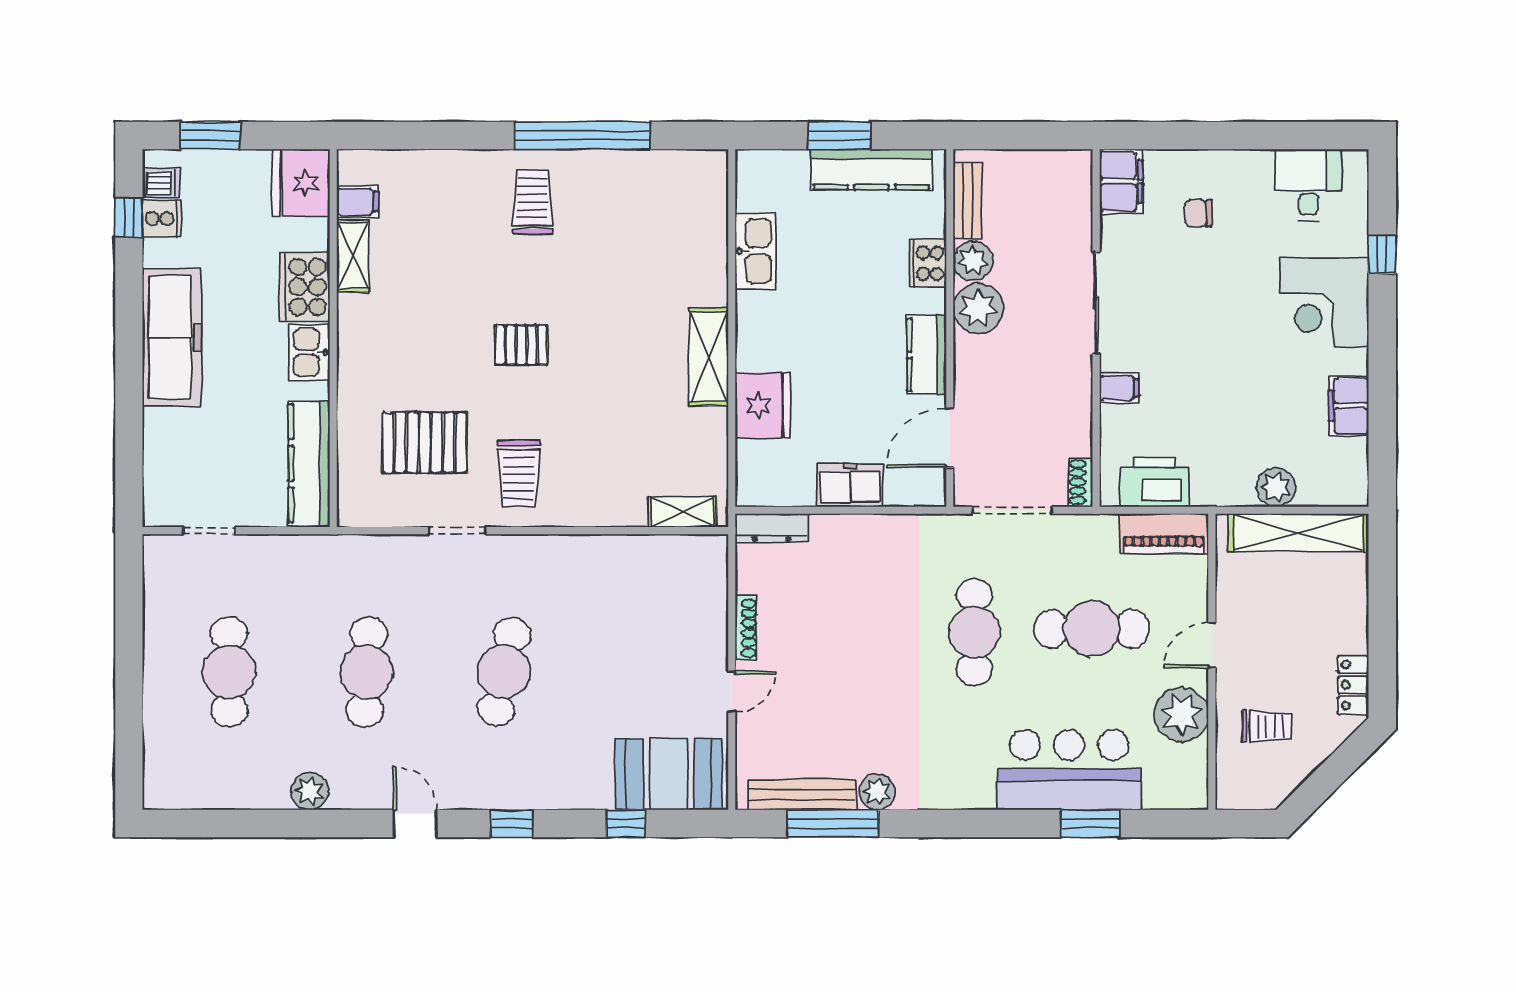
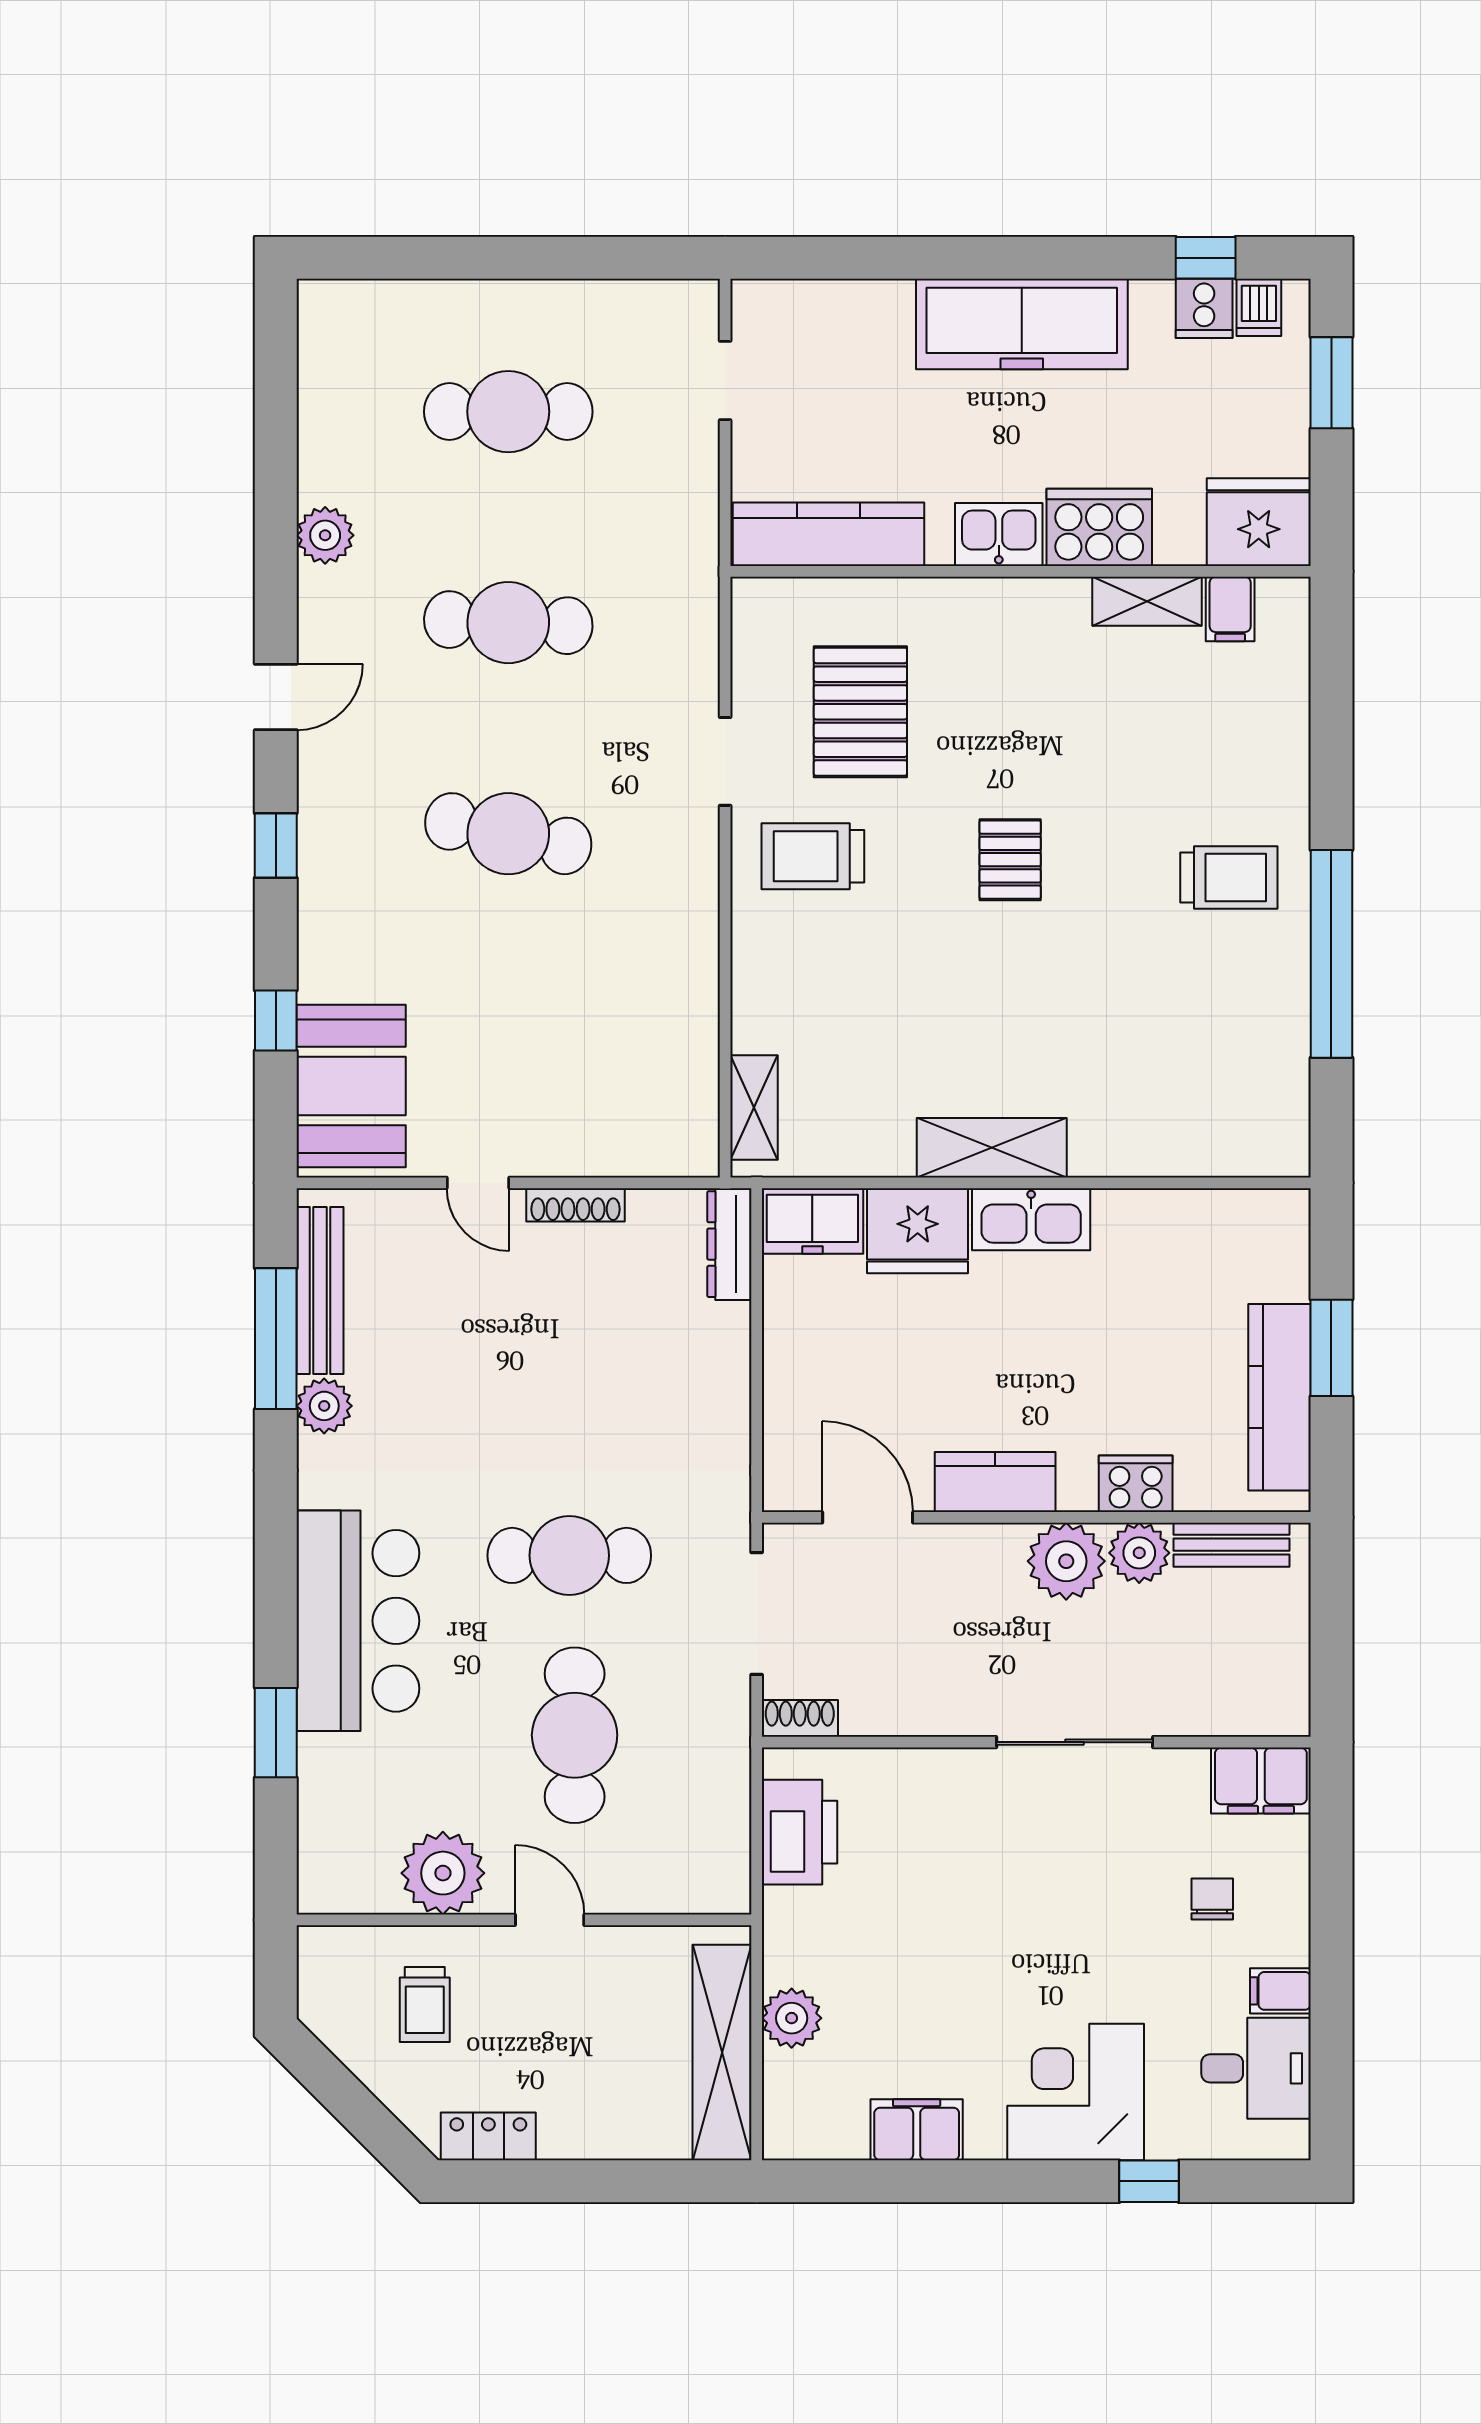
kitchen sink: (755, 251) -> (1031, 1219), moved
filing cabinet: (1119, 388) -> (1280, 1991), moved, turned 90
freezer: (850, 485) -> (812, 1221), moved, turned 90
piano: (1164, 534) -> (721, 1846), removed
bar counter: (1069, 770) -> (358, 1621), moved

